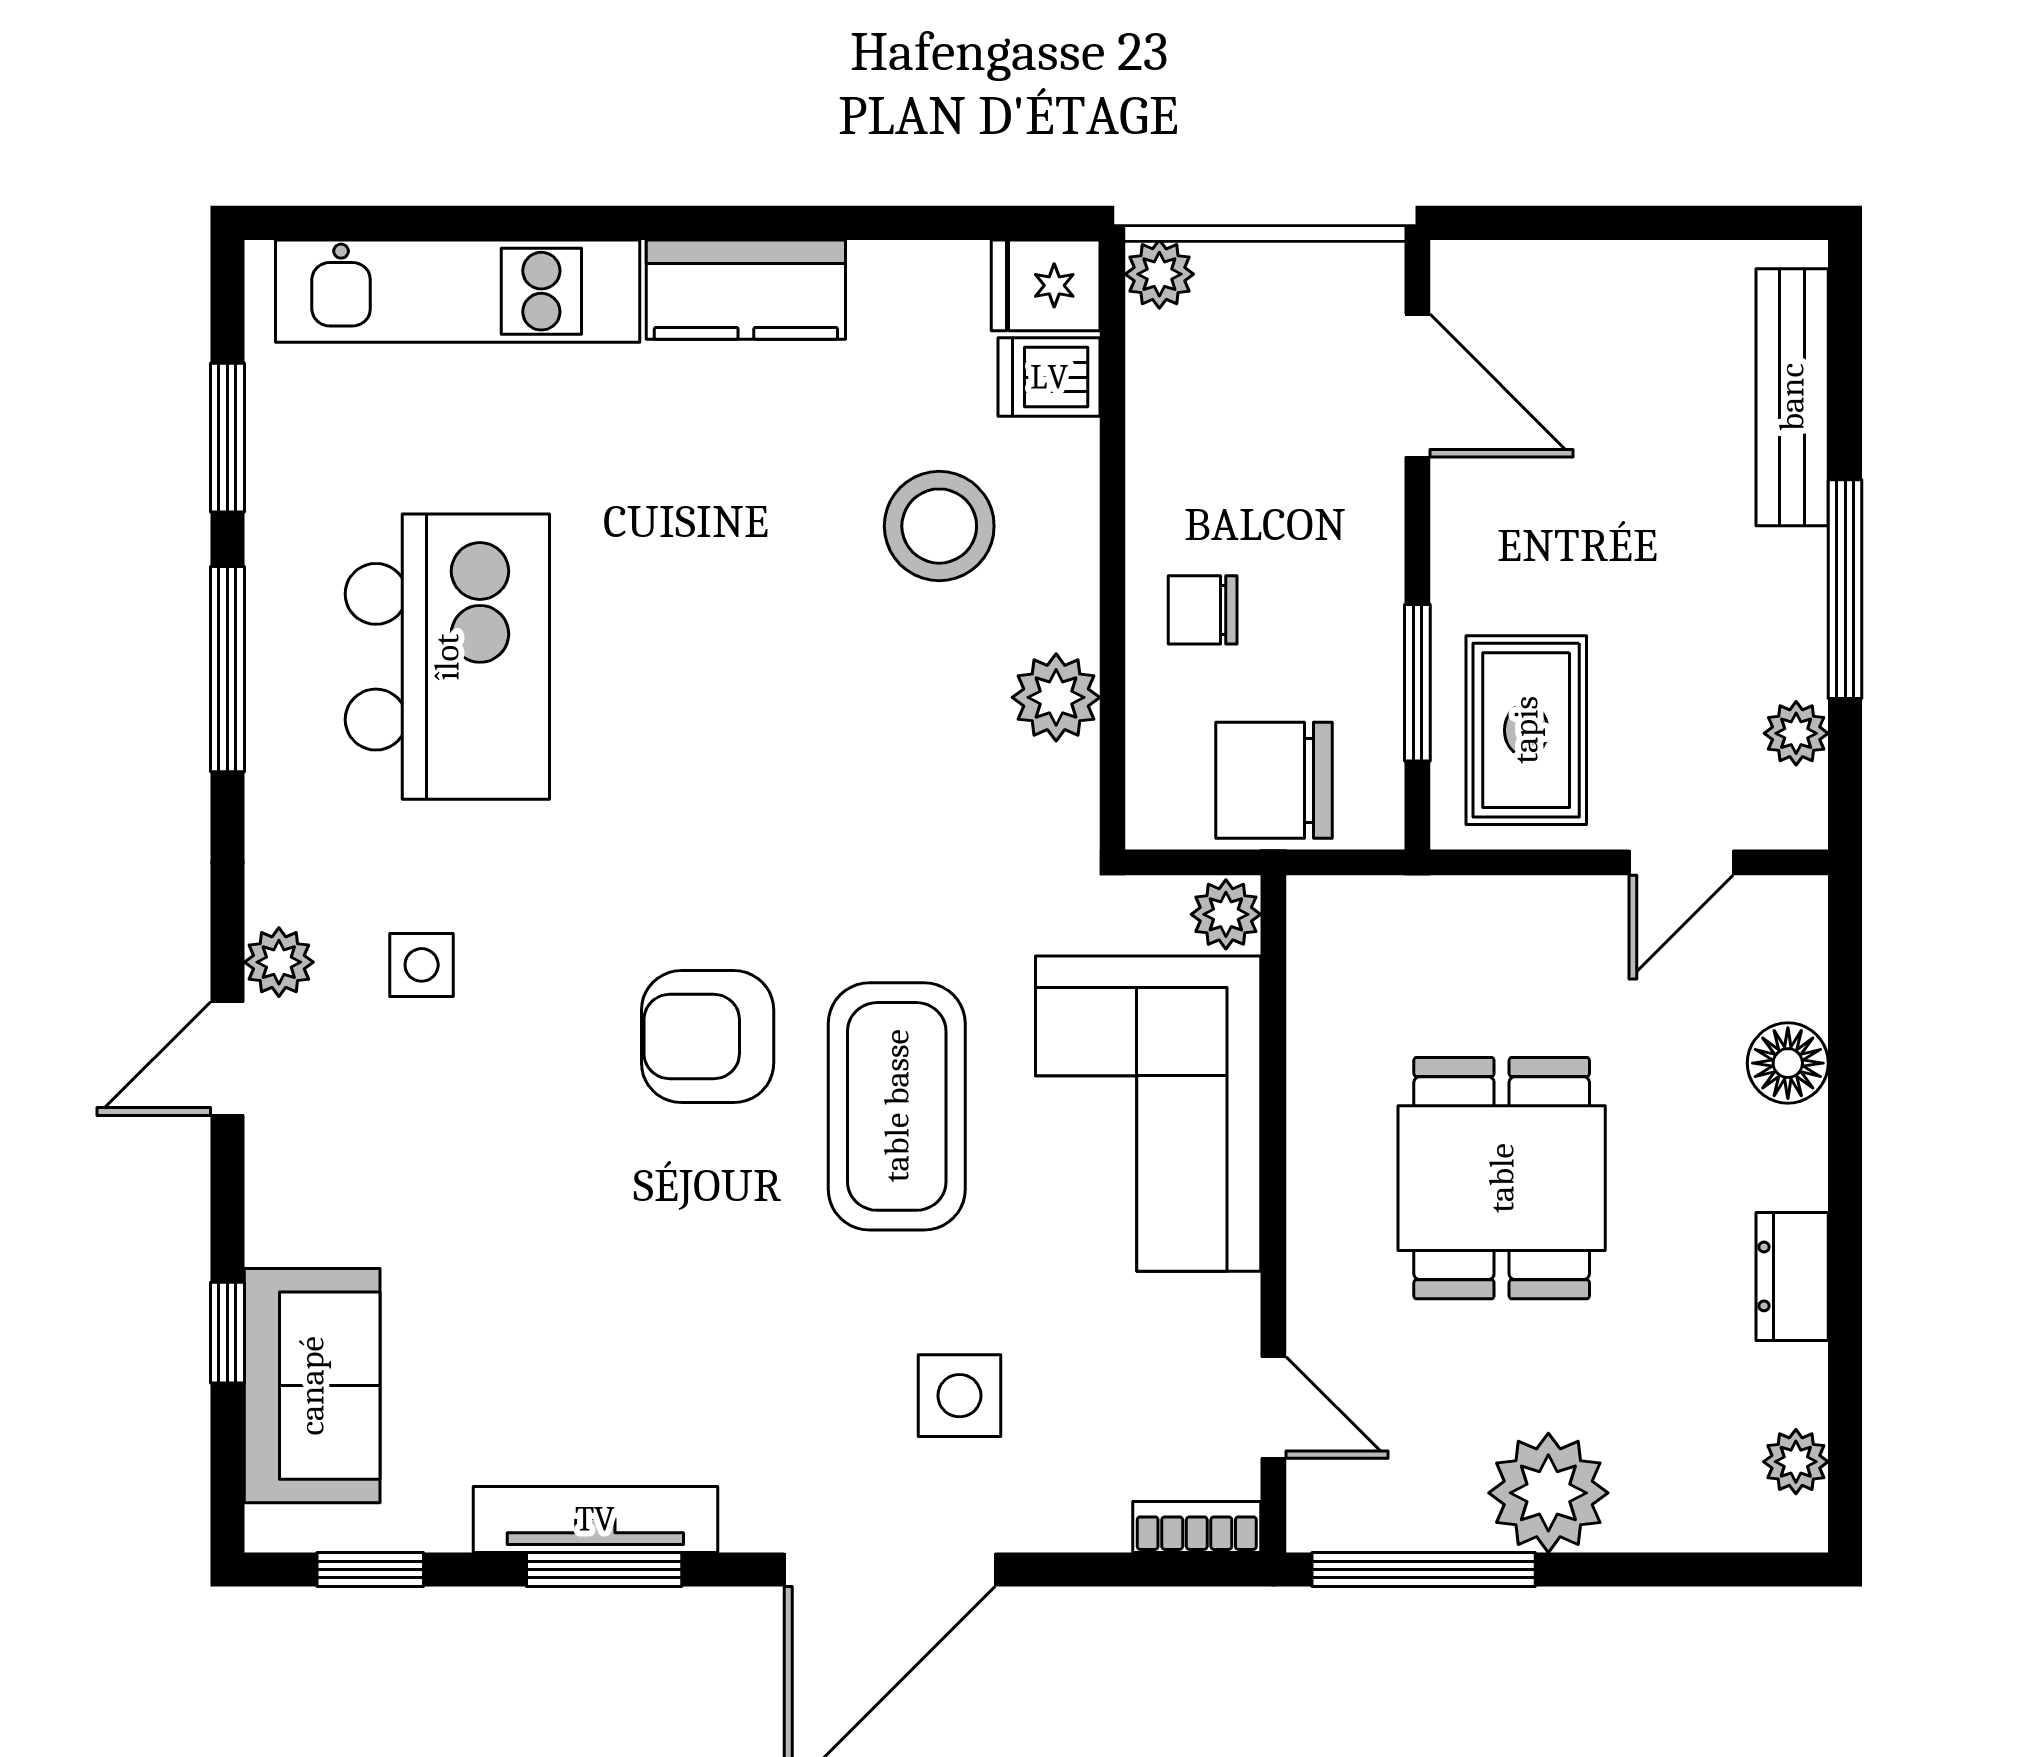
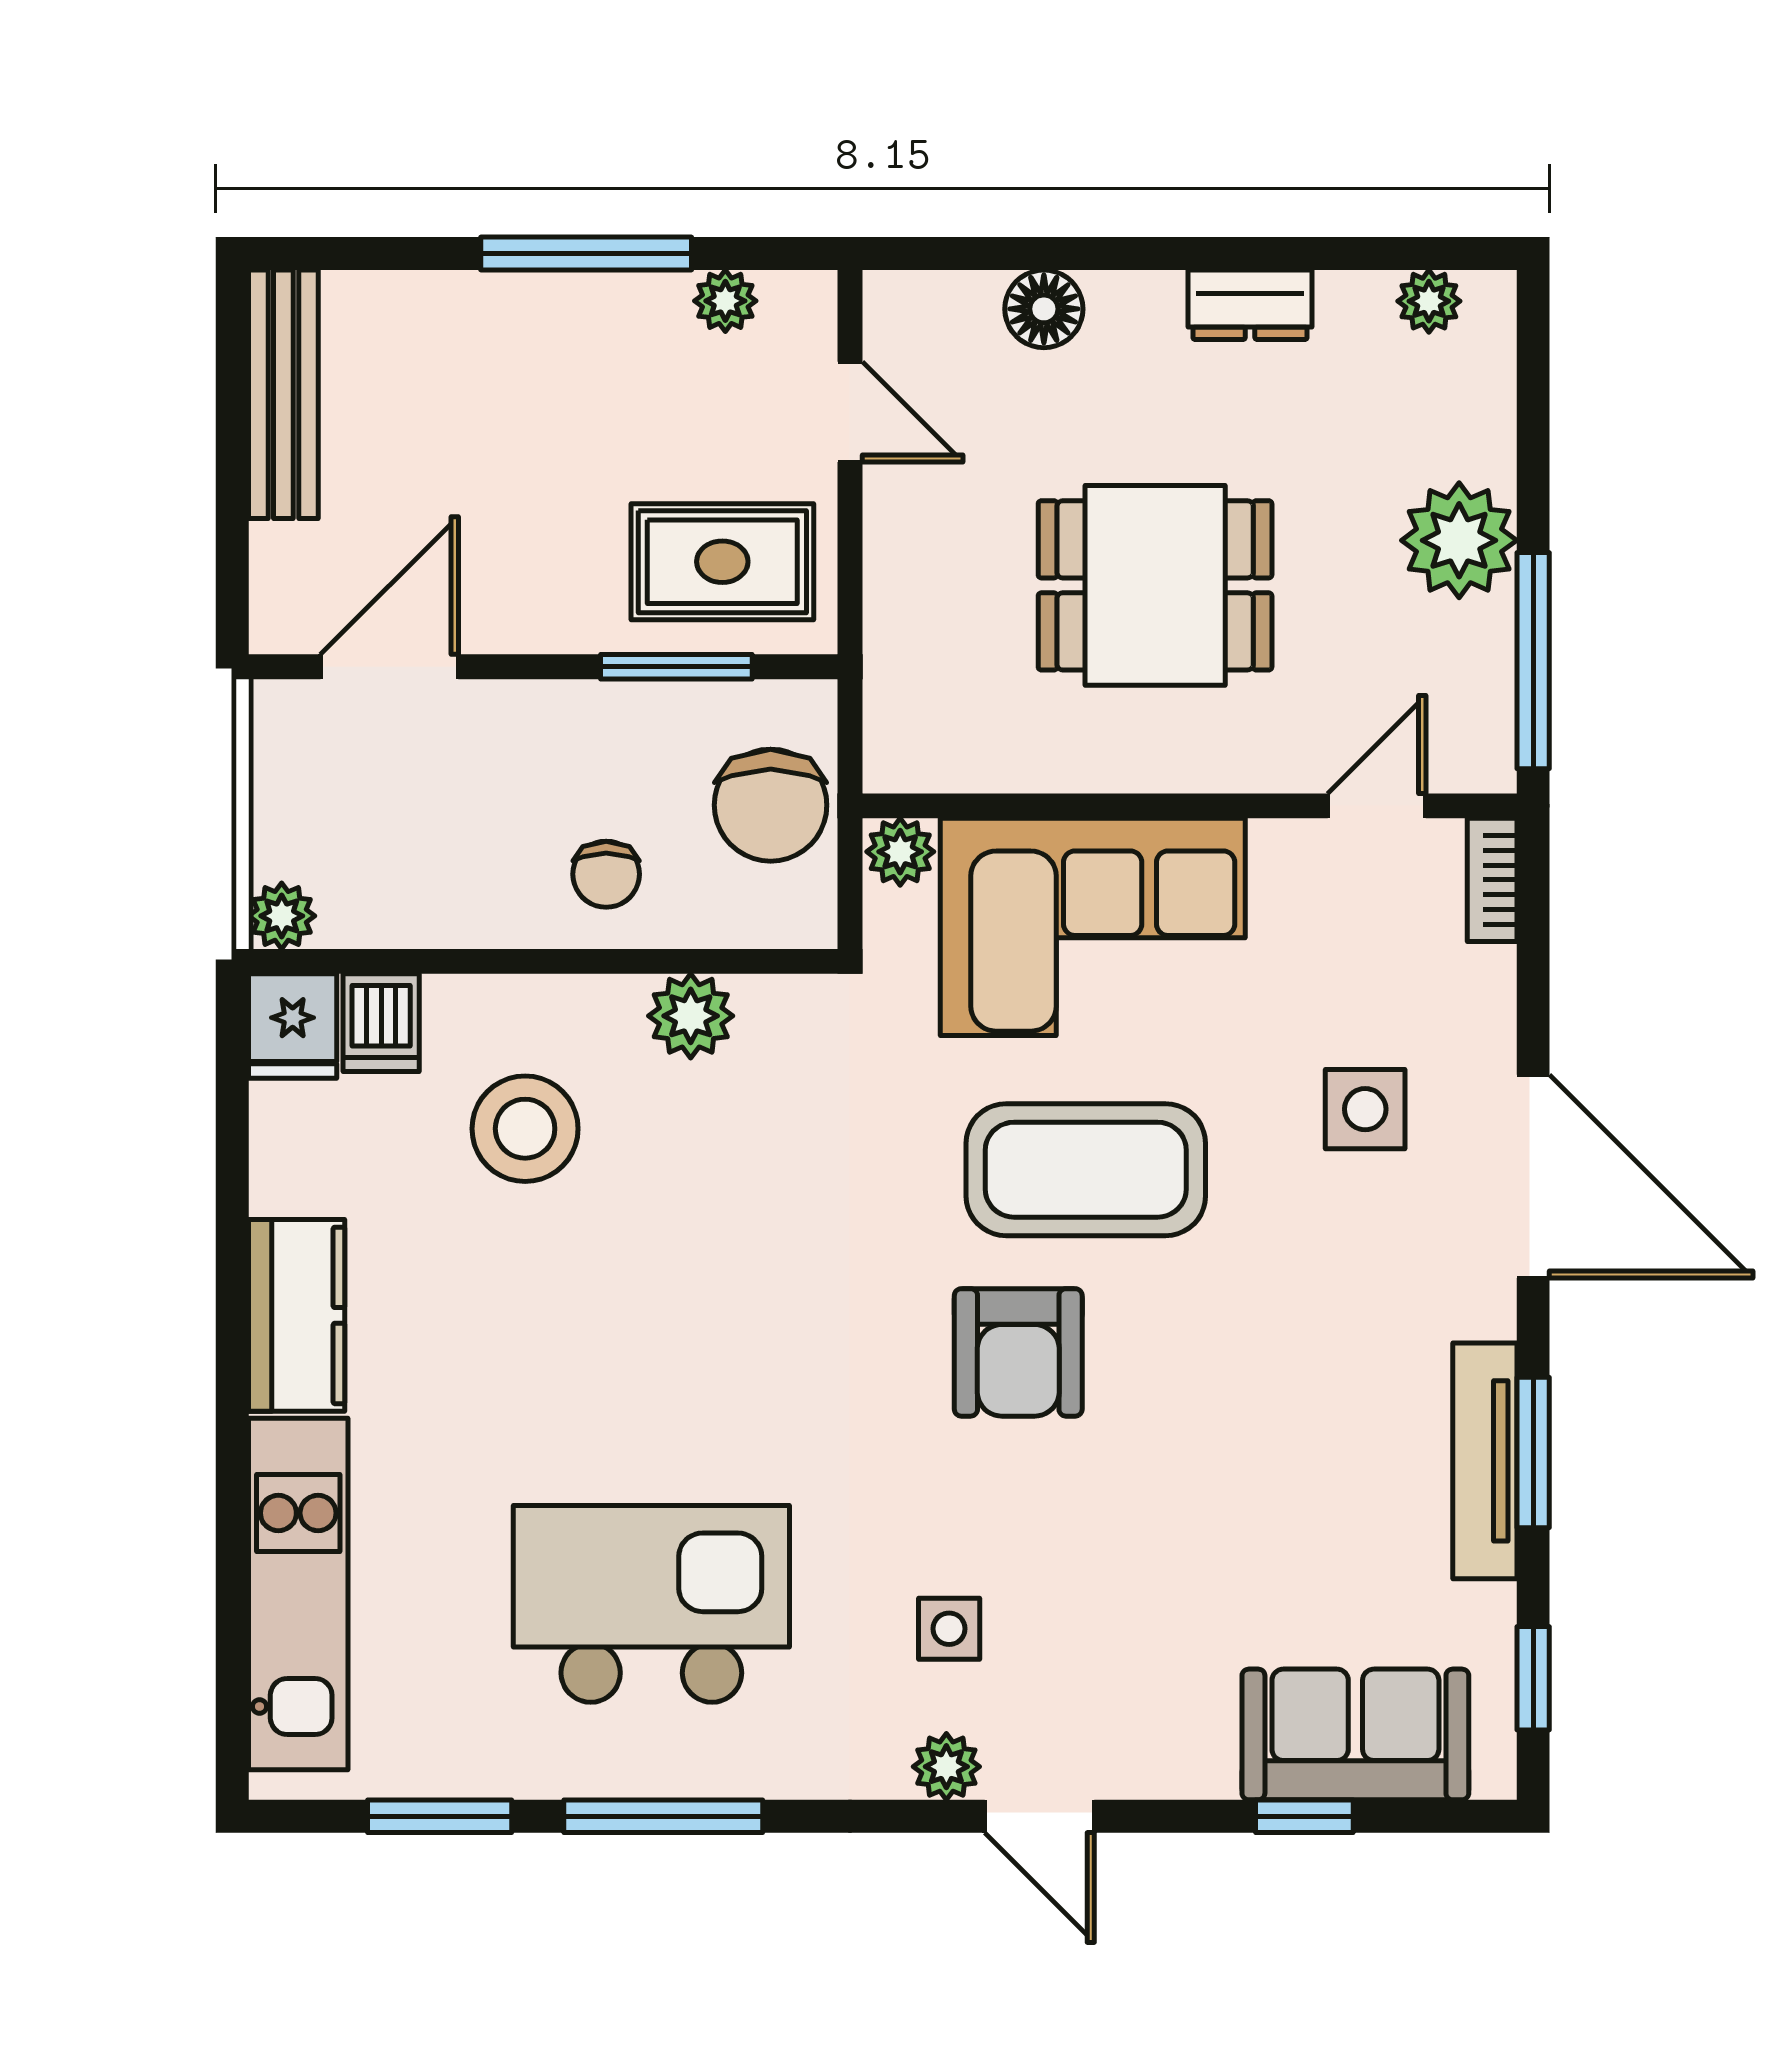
bench: (1792, 397) -> (283, 394), moved, turned 90

